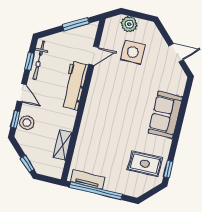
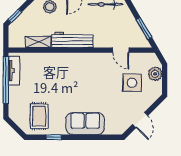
workbench: (74, 86) -> (72, 40), moved
window: (168, 169) -> (54, 137), moved

